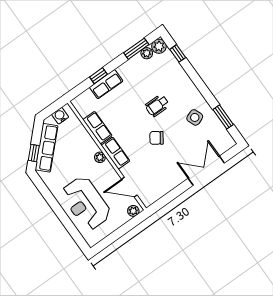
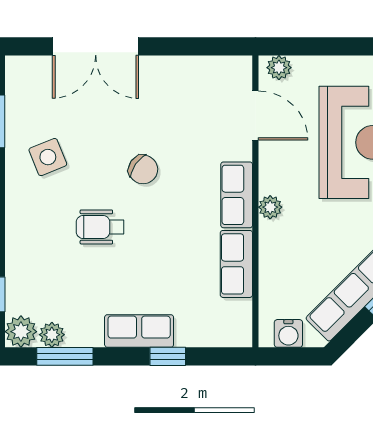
row of seats: (106, 84) -> (139, 331), moved
wheelchair: (157, 105) -> (100, 227), turned 180

